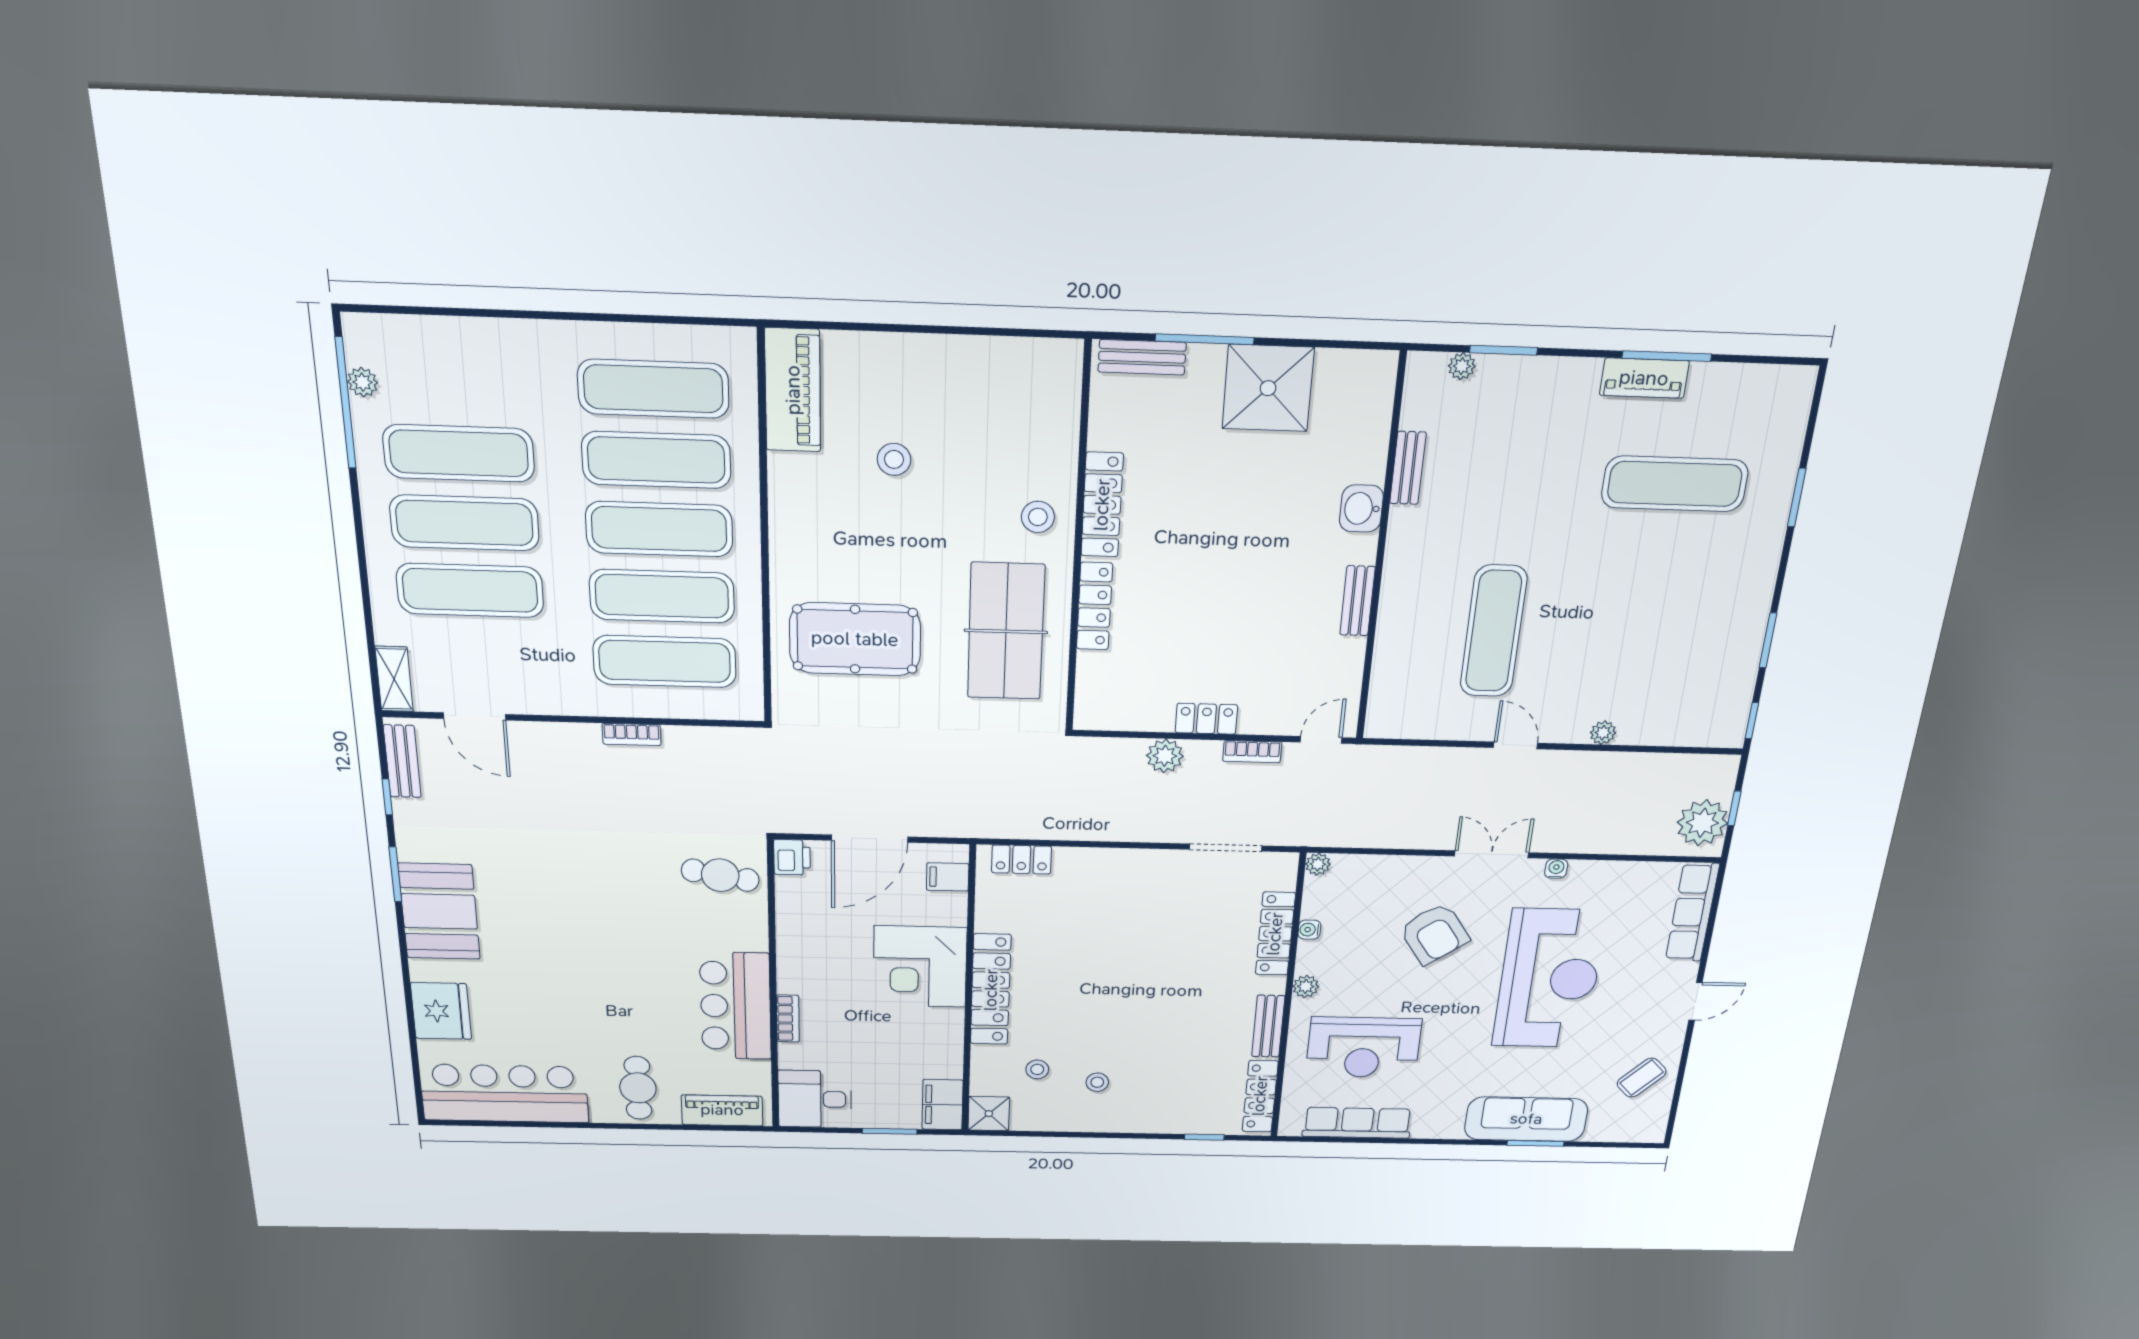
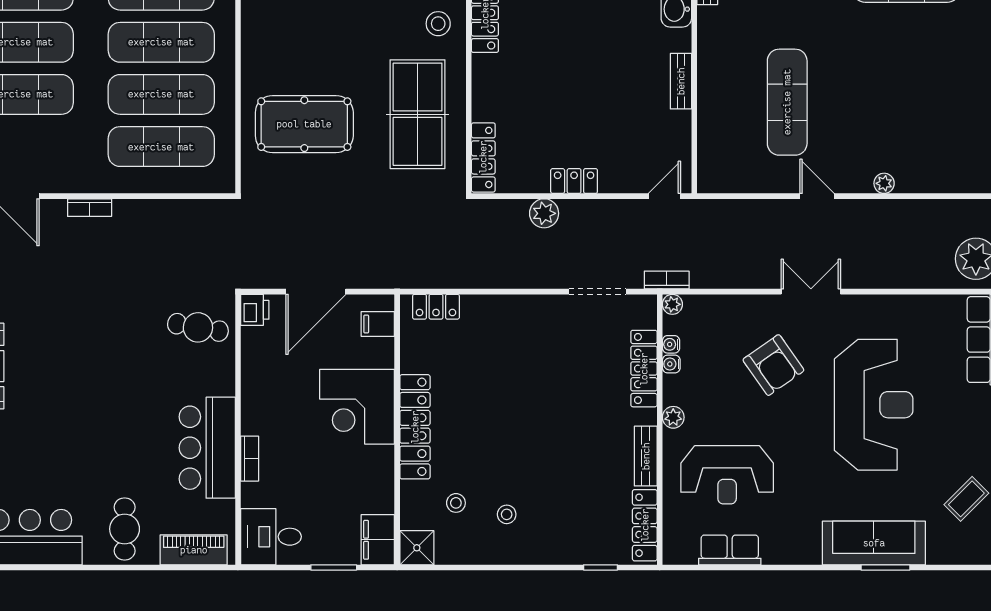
locker: (1095, 606) -> (483, 157), moved
bookcase: (632, 734) -> (90, 208), moved
bookcase: (1252, 752) -> (667, 280), moved, turned 180
water cooler: (1556, 869) -> (671, 344), moved, turned -90
row of seats: (1357, 1123) -> (730, 550), width x0.68

